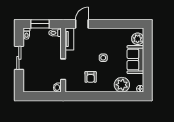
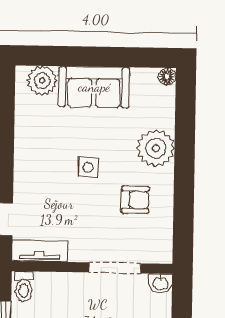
plant: (122, 85) -> (156, 148), moved

